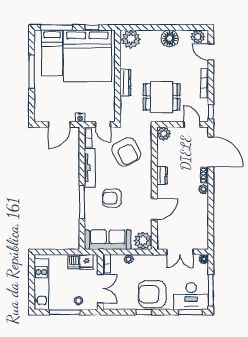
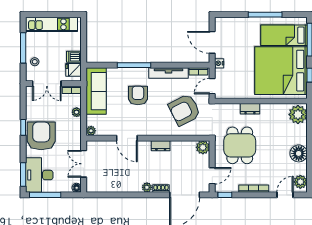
dresser: (125, 83) -> (250, 109), width x0.70
plant: (143, 241) -> (91, 131), width x0.53, depth x0.53

